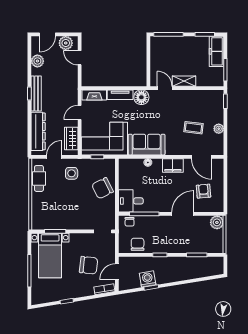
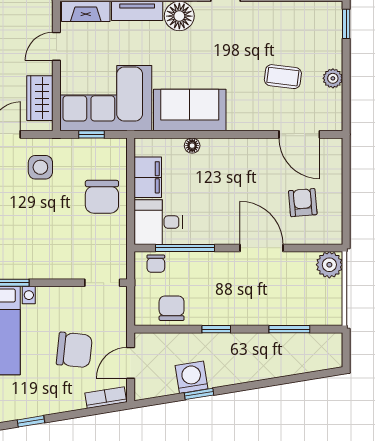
filing cabinet: (173, 165) -> (148, 177), moved, turned -90
chair: (102, 188) -> (102, 197), turned -63
door: (183, 214) -> (261, 248), hinge flipped

